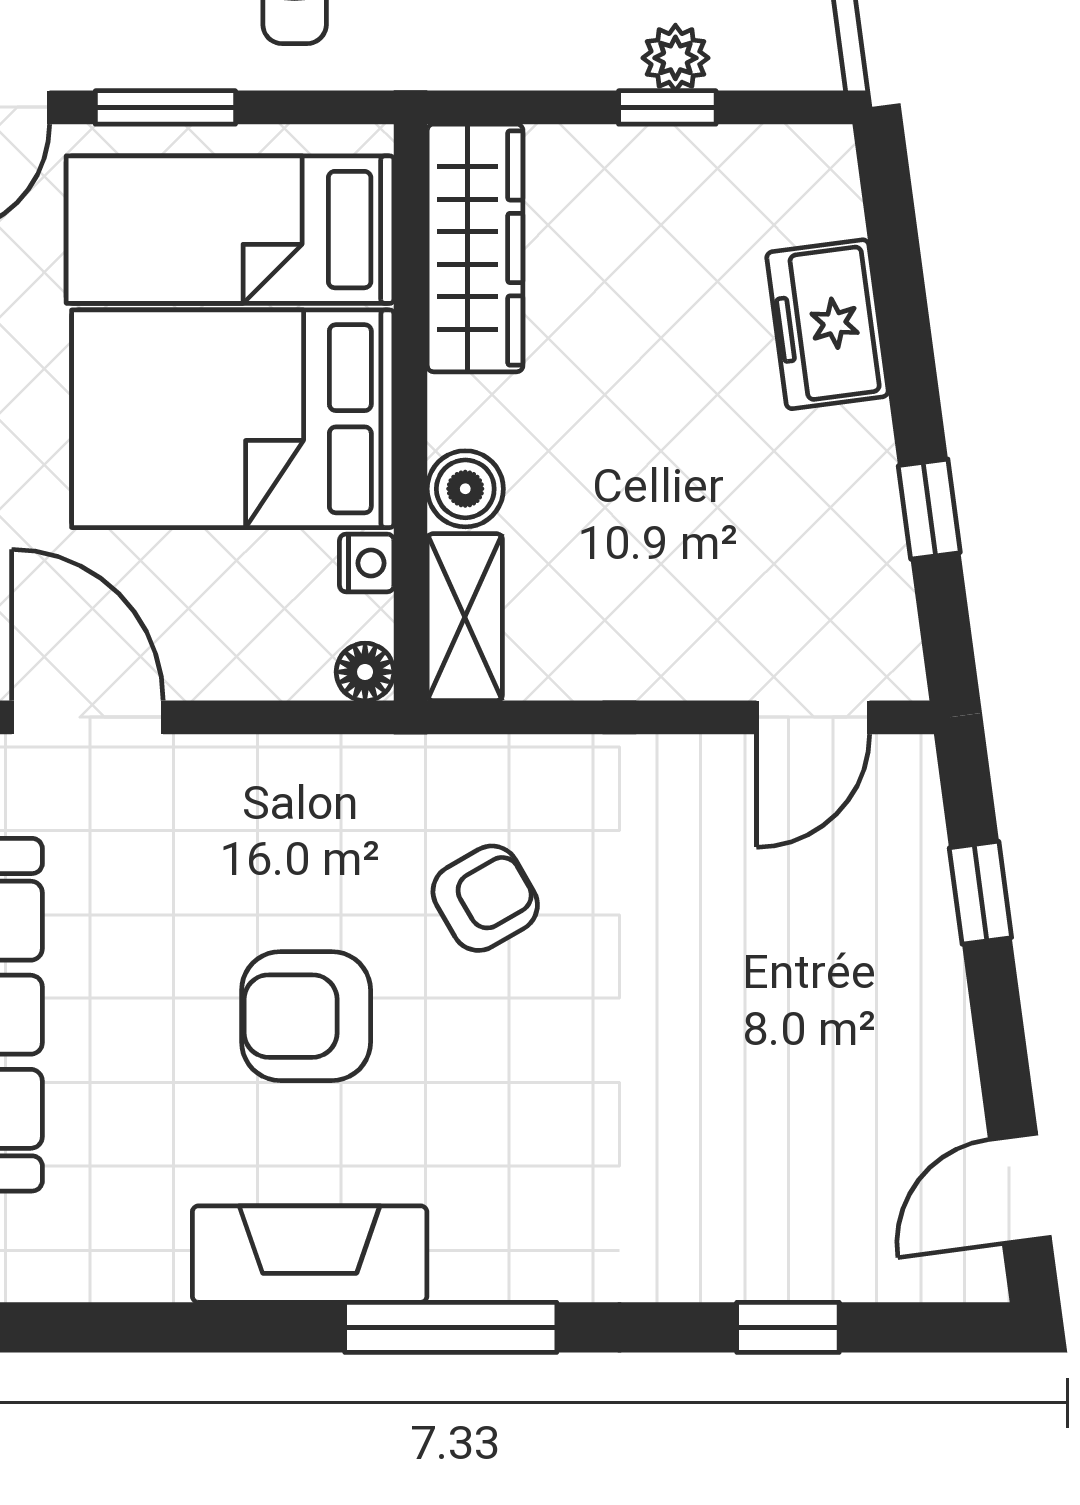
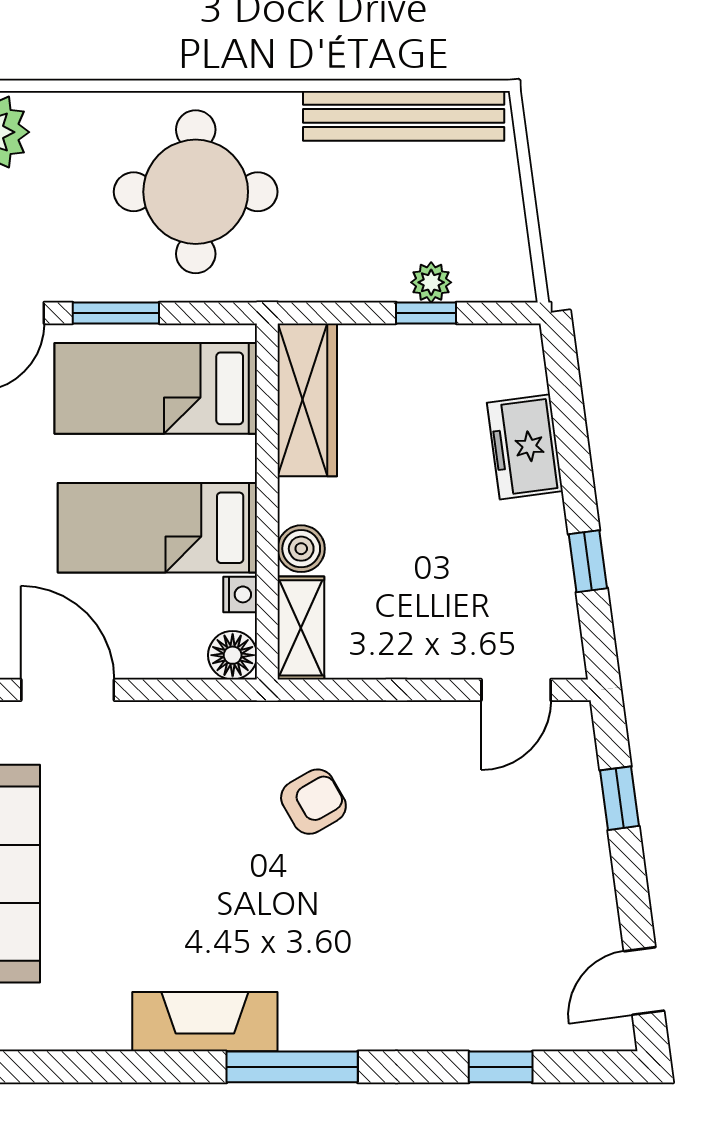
bed: (233, 419) -> (157, 528), width x0.67
floor lamp: (365, 672) -> (233, 655), width x1.37, depth x1.37
armchair: (306, 1016) -> (203, 874), removed

